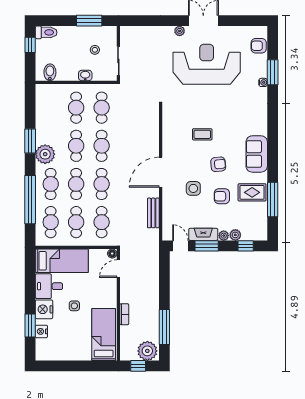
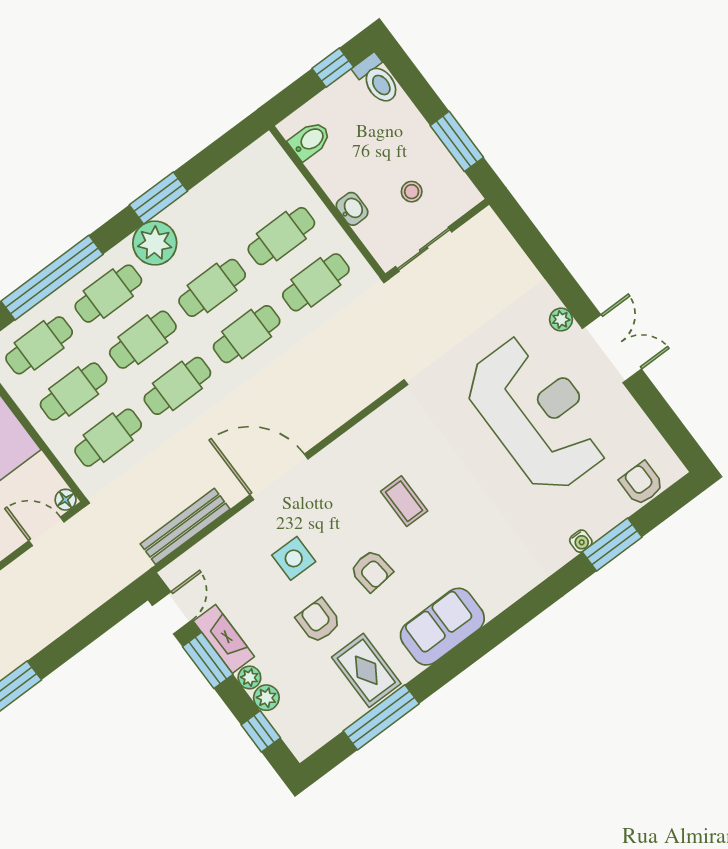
bench: (153, 213) -> (185, 526), width x1.36

